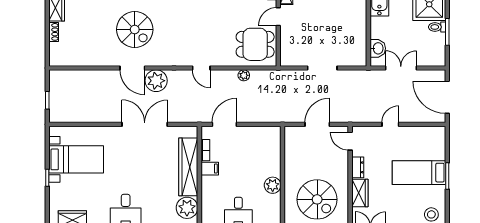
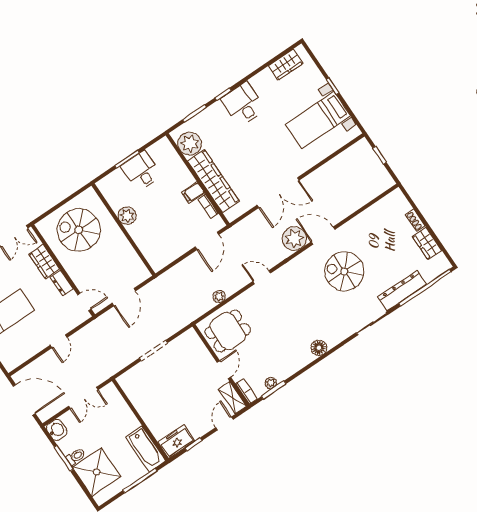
washbasin: (378, 48) -> (57, 430), moved, turned 180

